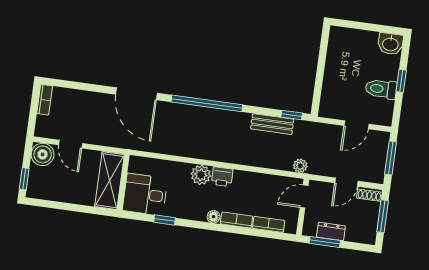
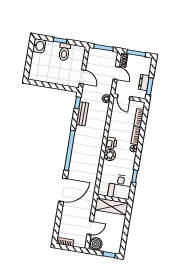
door: (356, 125) -> (82, 77), moved

